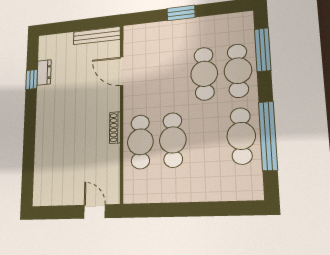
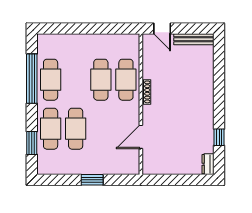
bench: (97, 36) -> (194, 39), moved
window: (263, 50) -> (32, 143), width x0.69
door: (122, 71) -> (141, 137), swing flipped
dresser: (44, 72) -> (208, 164), moved

